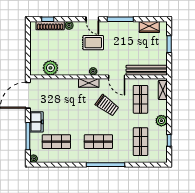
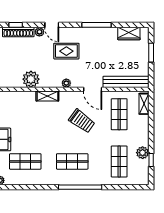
door: (92, 19) -> (52, 25), moved
plant: (50, 68) -> (31, 79), moved
shelving: (89, 83) -> (47, 96), moved
plant: (161, 121) -> (143, 153), moved

